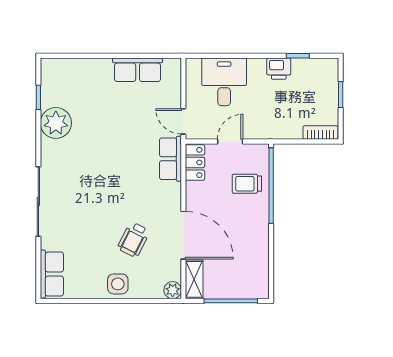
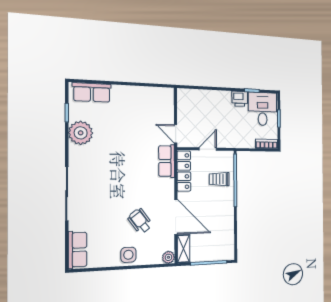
row of seats: (138, 70) -> (92, 92), moved
desk: (224, 82) -> (263, 109), moved
locker: (195, 162) -> (184, 171), width x1.53
wheelchair: (134, 240) -> (140, 221), turned 116

